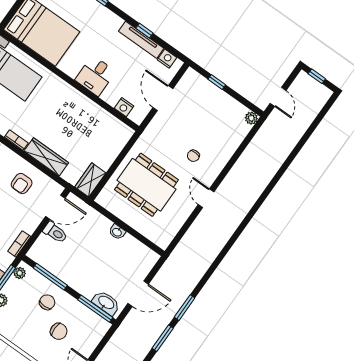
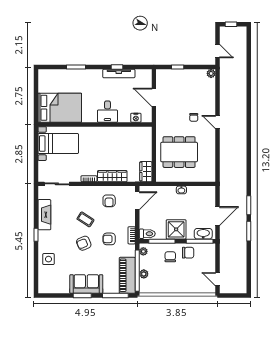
nightstand: (167, 59) -> (141, 74), removed
door: (206, 198) -> (218, 122), moved
toilet: (55, 232) -> (147, 234), moved
shower: (77, 275) -> (176, 229), added
chair: (59, 331) -> (188, 253), moved

